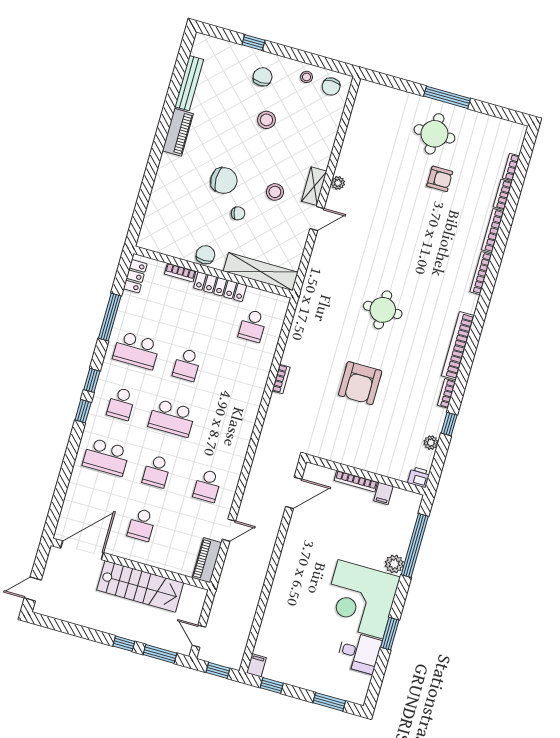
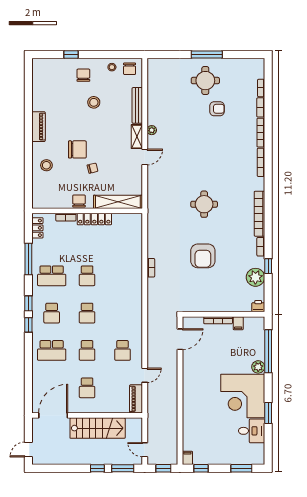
bench: (189, 83) -> (137, 105), moved
stool: (275, 192) -> (46, 165), moved
school desk: (253, 326) -> (123, 238), removed
school desk: (172, 418) -> (87, 313), width x0.54
plant: (431, 443) -> (255, 277), width x1.88, depth x1.88

